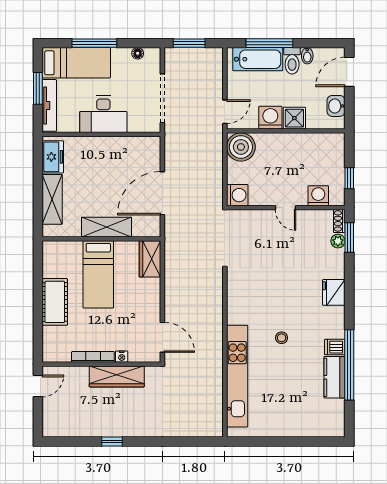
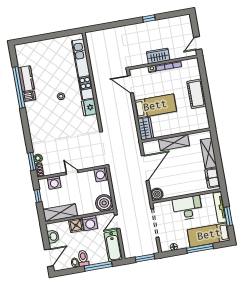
bathtub: (258, 59) -> (113, 246), moved, turned -90
shelving: (317, 144) -> (60, 213), added
boiler: (150, 146) -> (157, 194), added
bed: (98, 274) -> (155, 106), moved, turned 90
fridge: (334, 292) -> (89, 107), moved, turned 180
wardrobe: (117, 376) -> (158, 56), width x0.67

